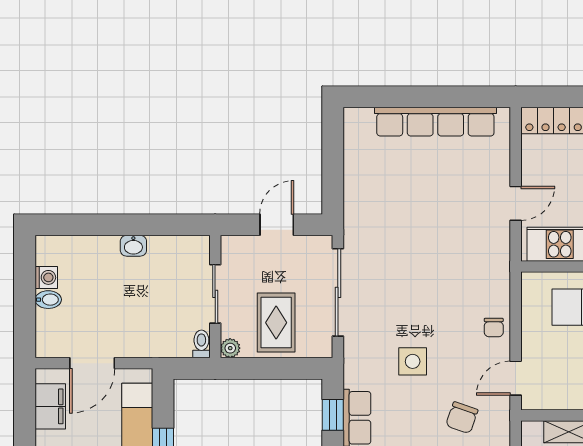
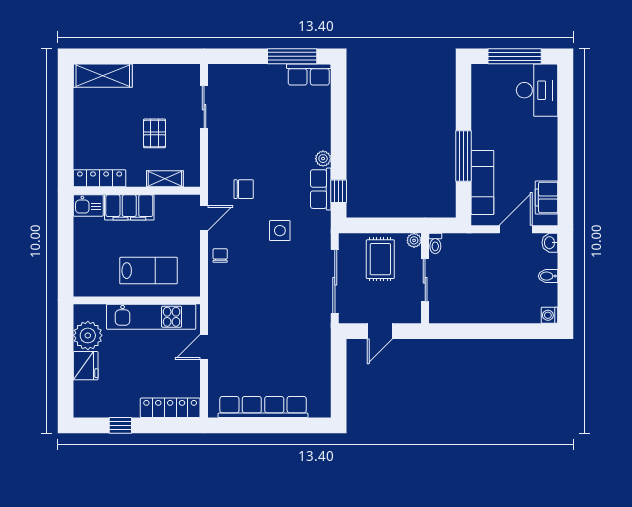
washbasin: (133, 246) -> (550, 243), moved, turned -90
washing machine: (46, 277) -> (550, 315), moved
chair: (462, 418) -> (244, 189), turned 71

